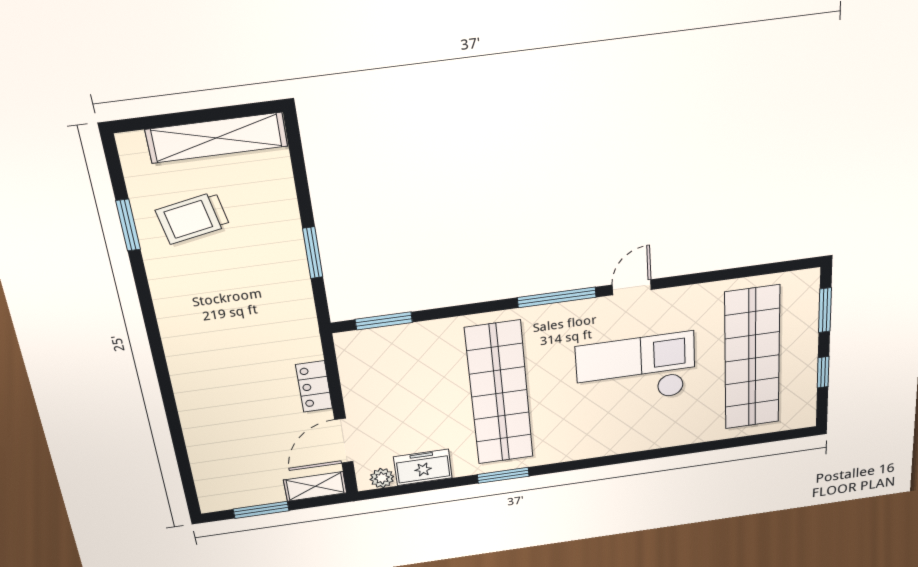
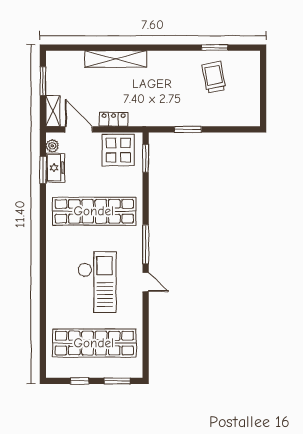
shelving: (217, 138) -> (116, 59), moved, turned 90
display table: (374, 370) -> (118, 150), added
window: (503, 475) -> (43, 170), moved

